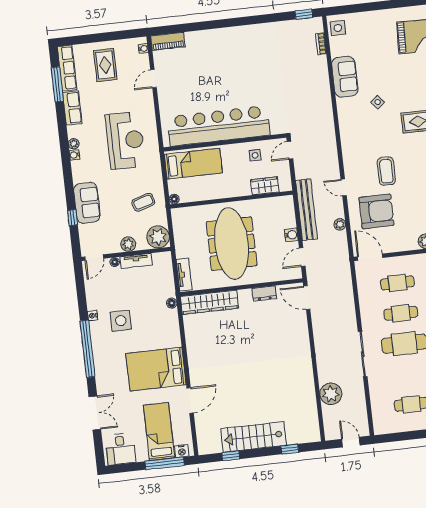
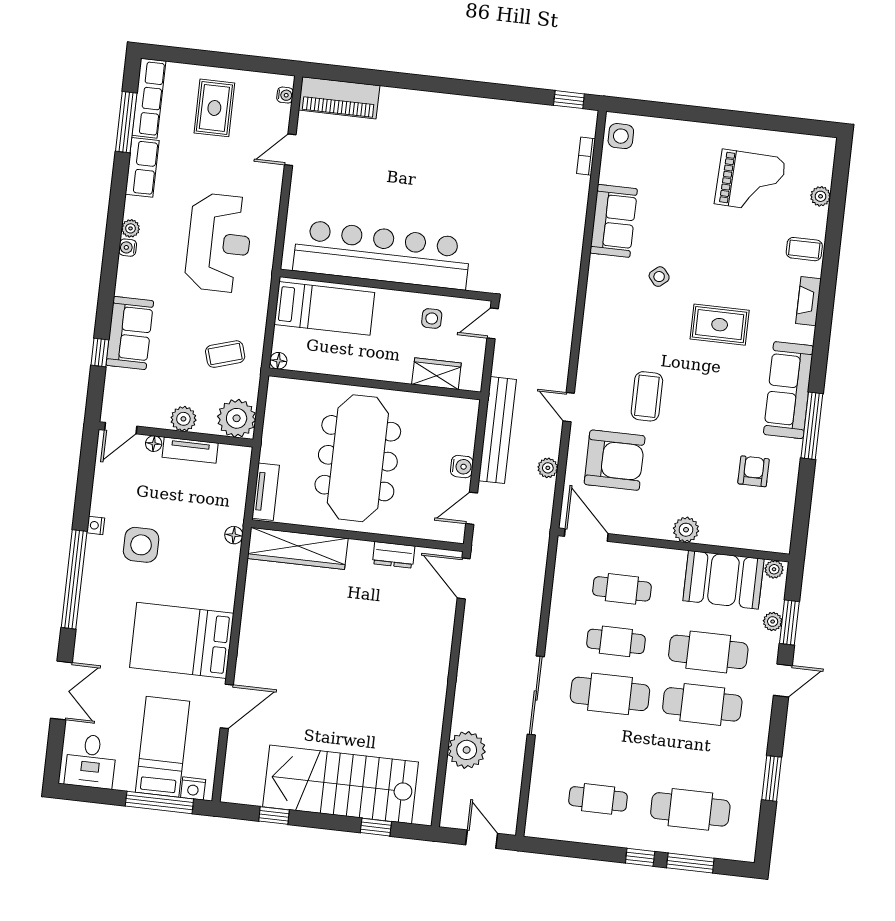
piano: (168, 41) -> (339, 98), width x1.37, depth x1.33
stairs: (253, 437) -> (341, 784), width x1.36, depth x1.51

